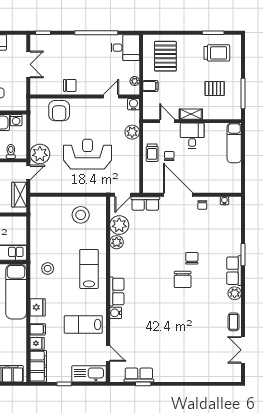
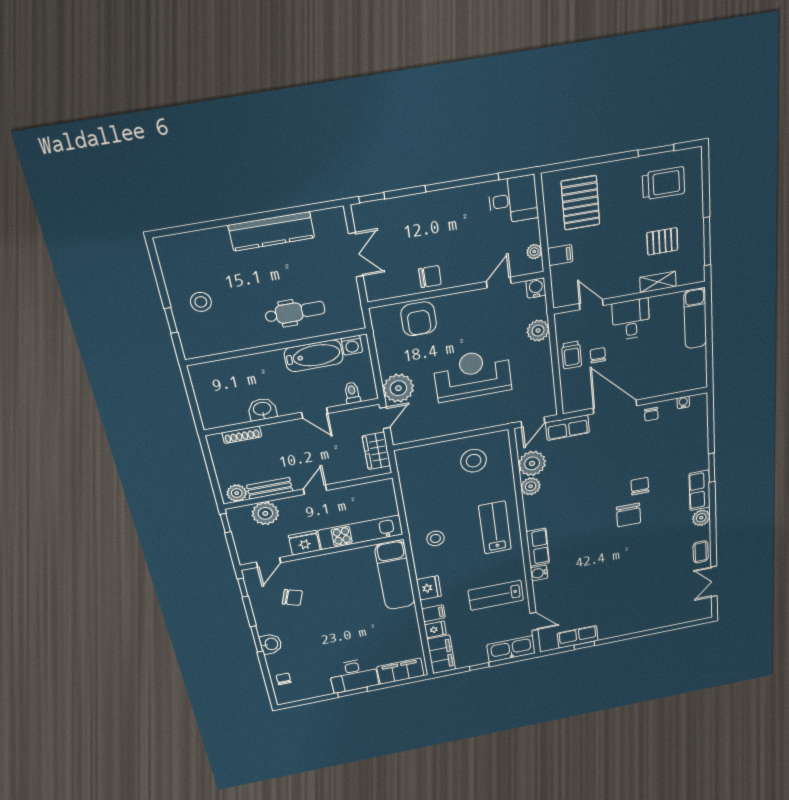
shelving: (191, 114) -> (658, 282), moved

